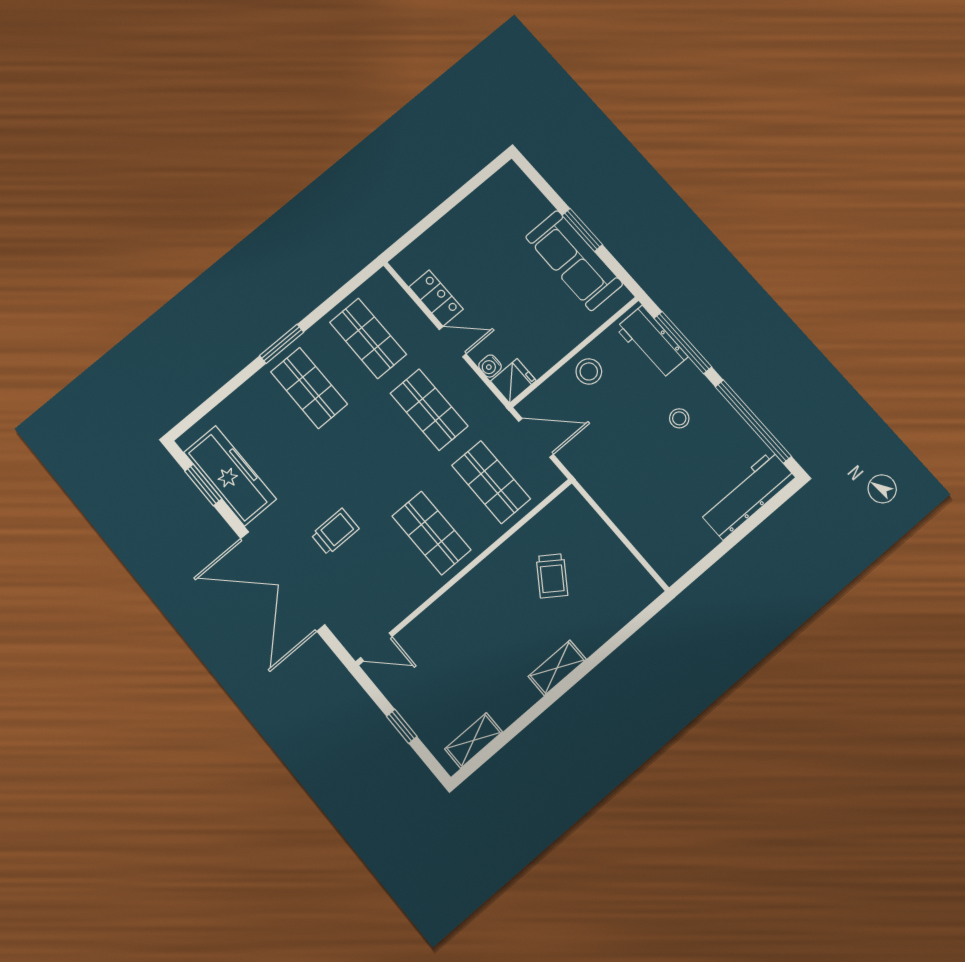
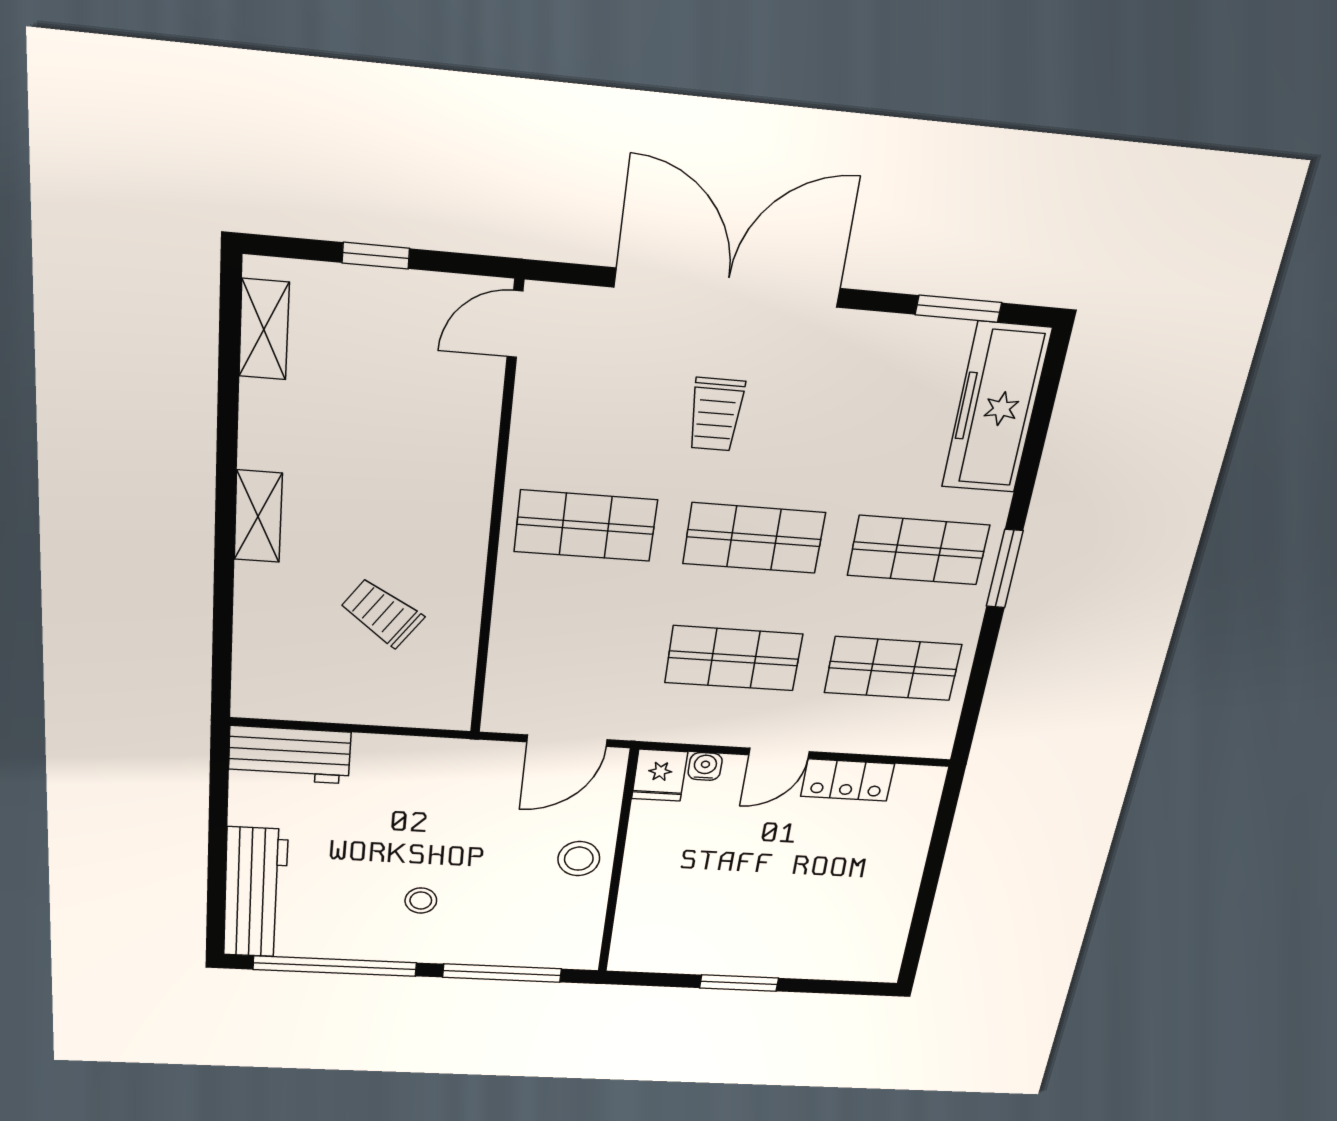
sofa: (574, 261) -> (717, 948), removed
workbench: (652, 342) -> (290, 755), moved, turned 180
freezer: (230, 476) -> (996, 408), moved, turned 90
shop shelf: (491, 482) -> (754, 538), moved

